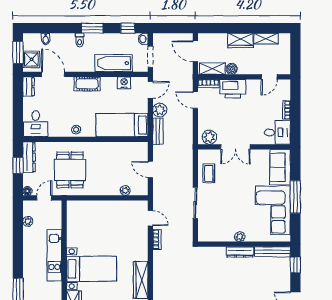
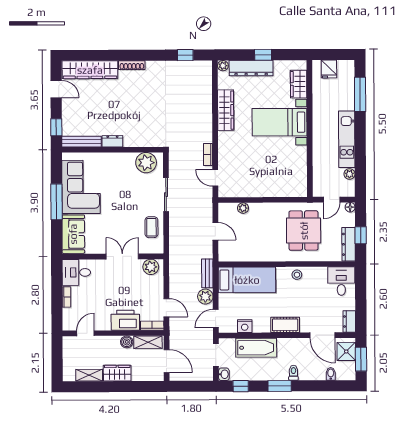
plant: (240, 237) -> (146, 163), moved, width x1.88, depth x1.88
dresser: (240, 252) -> (112, 141), width x0.70
kitchen unit: (54, 255) -> (347, 139), moved, turned 180

